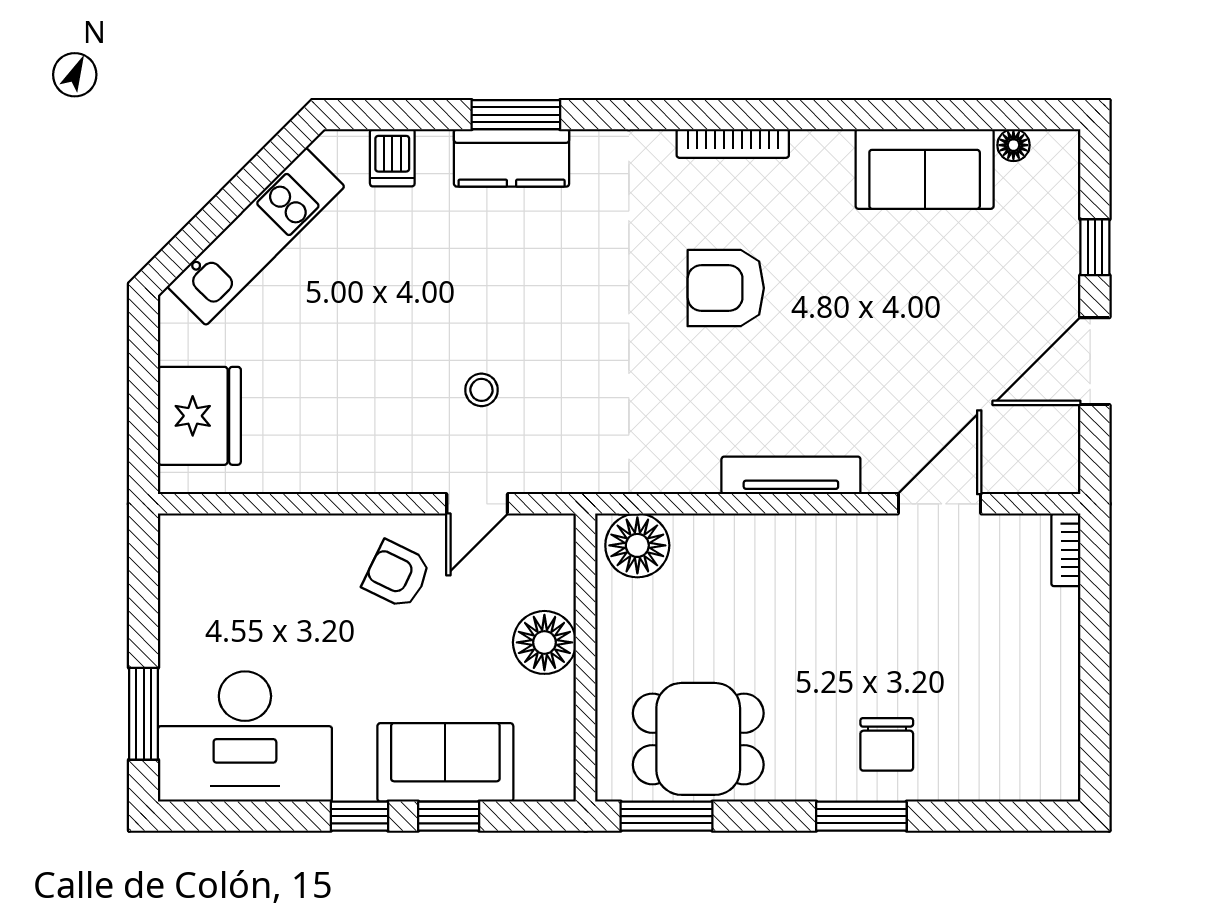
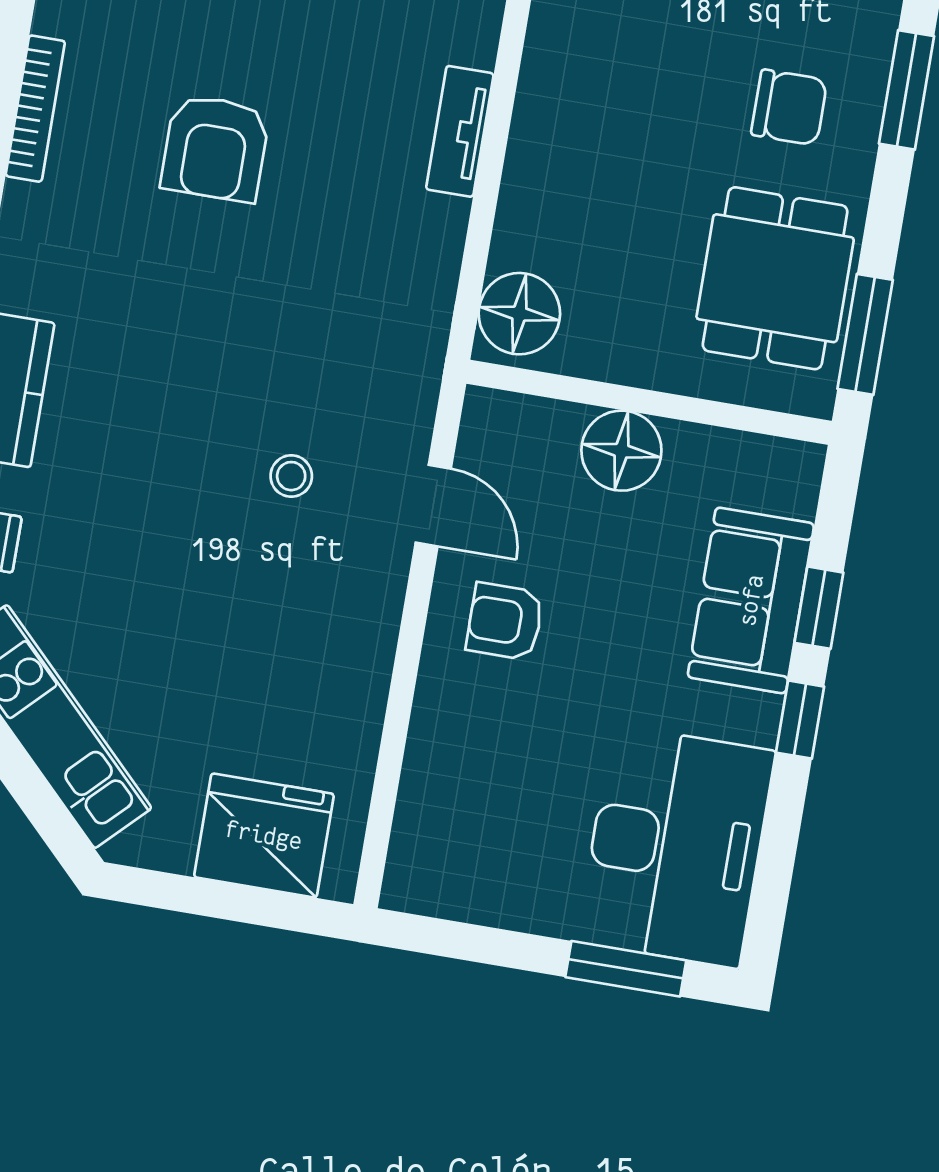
tv unit: (791, 475) -> (460, 131), width x0.71
armchair: (397, 575) -> (505, 621), turned 64
chair: (887, 744) -> (789, 107), moved

